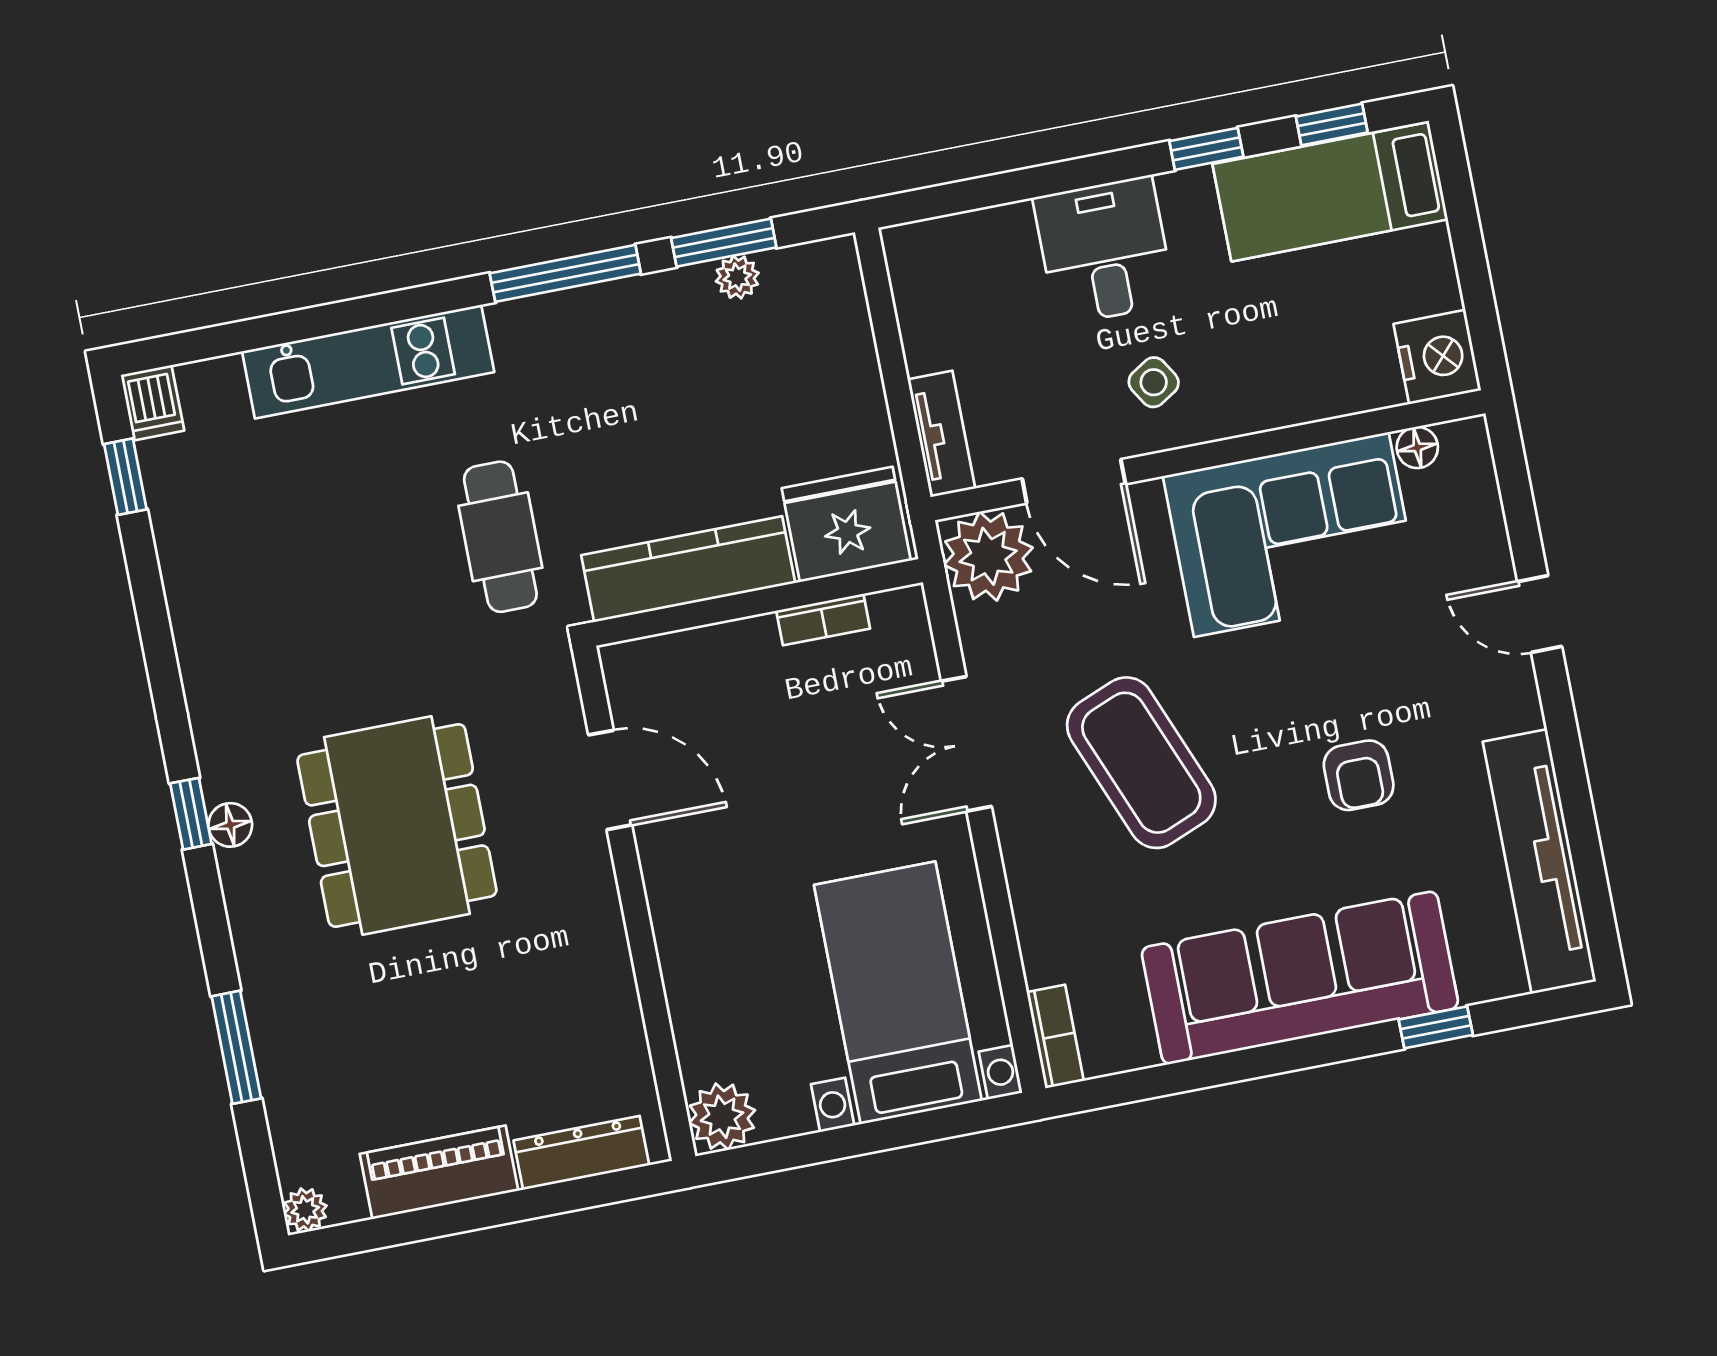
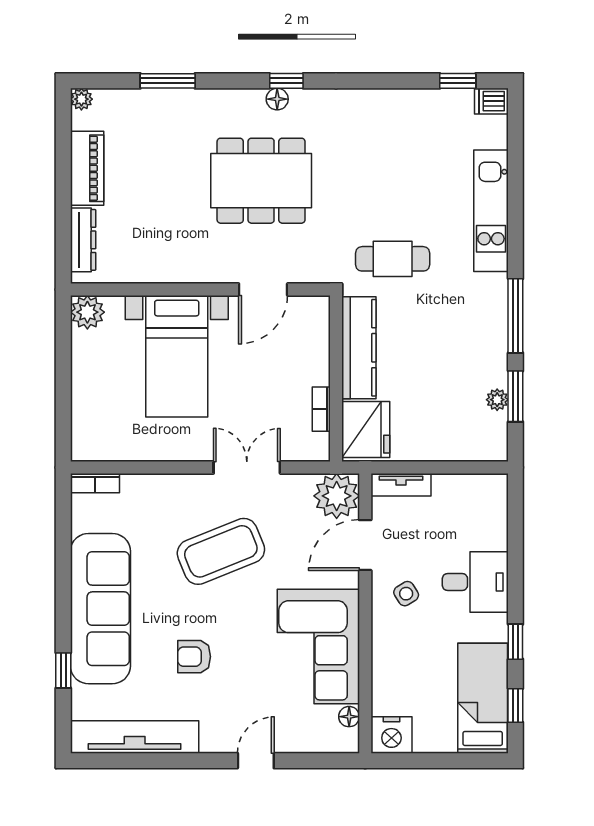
bed with nightstands: (898, 993) -> (177, 356), moved, turned 90

